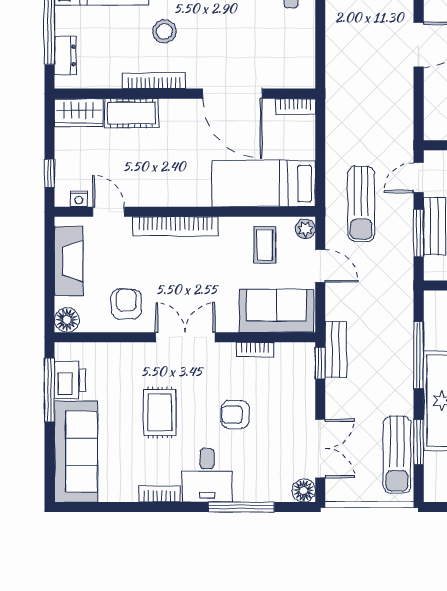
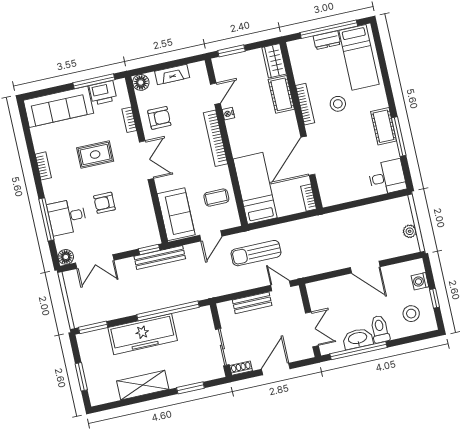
dresser: (65, 55) -> (327, 40), moved
window: (49, 173) -> (231, 51), width x1.50
nightstand: (79, 199) -> (228, 114), moved
plant: (305, 229) -> (232, 221), removed
window: (419, 233) -> (245, 294), removed
fireplace: (69, 261) -> (172, 74), width x0.73, depth x0.76
bookcase: (255, 350) -> (129, 120), moved
bench: (336, 350) -> (160, 258), width x1.36
window: (419, 355) -> (168, 311), width x1.46
armchair: (235, 415) -> (104, 203), turned -90
window: (419, 442) -> (93, 327), moved
sun lounger: (397, 455) -> (102, 311), removed
desk: (207, 475) -> (67, 217), moved

